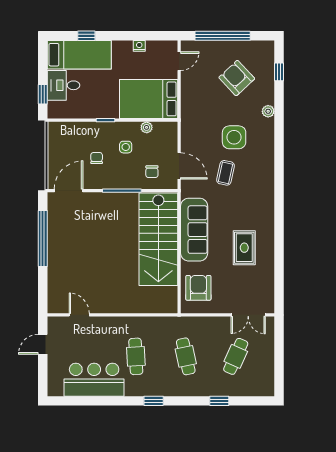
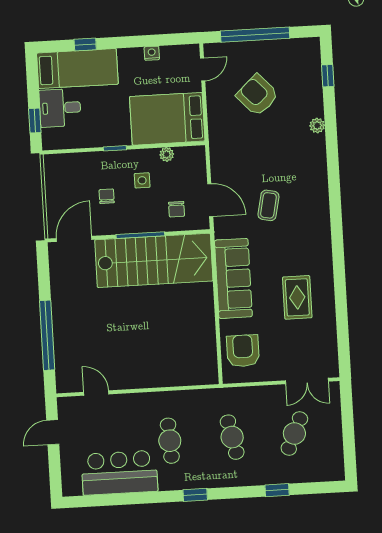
armchair: (237, 78) -> (257, 95), moved
side table: (234, 137) -> (277, 160), removed
window: (43, 239) -> (47, 335), moved
stairs: (158, 239) -> (154, 260), moved, turned -90

